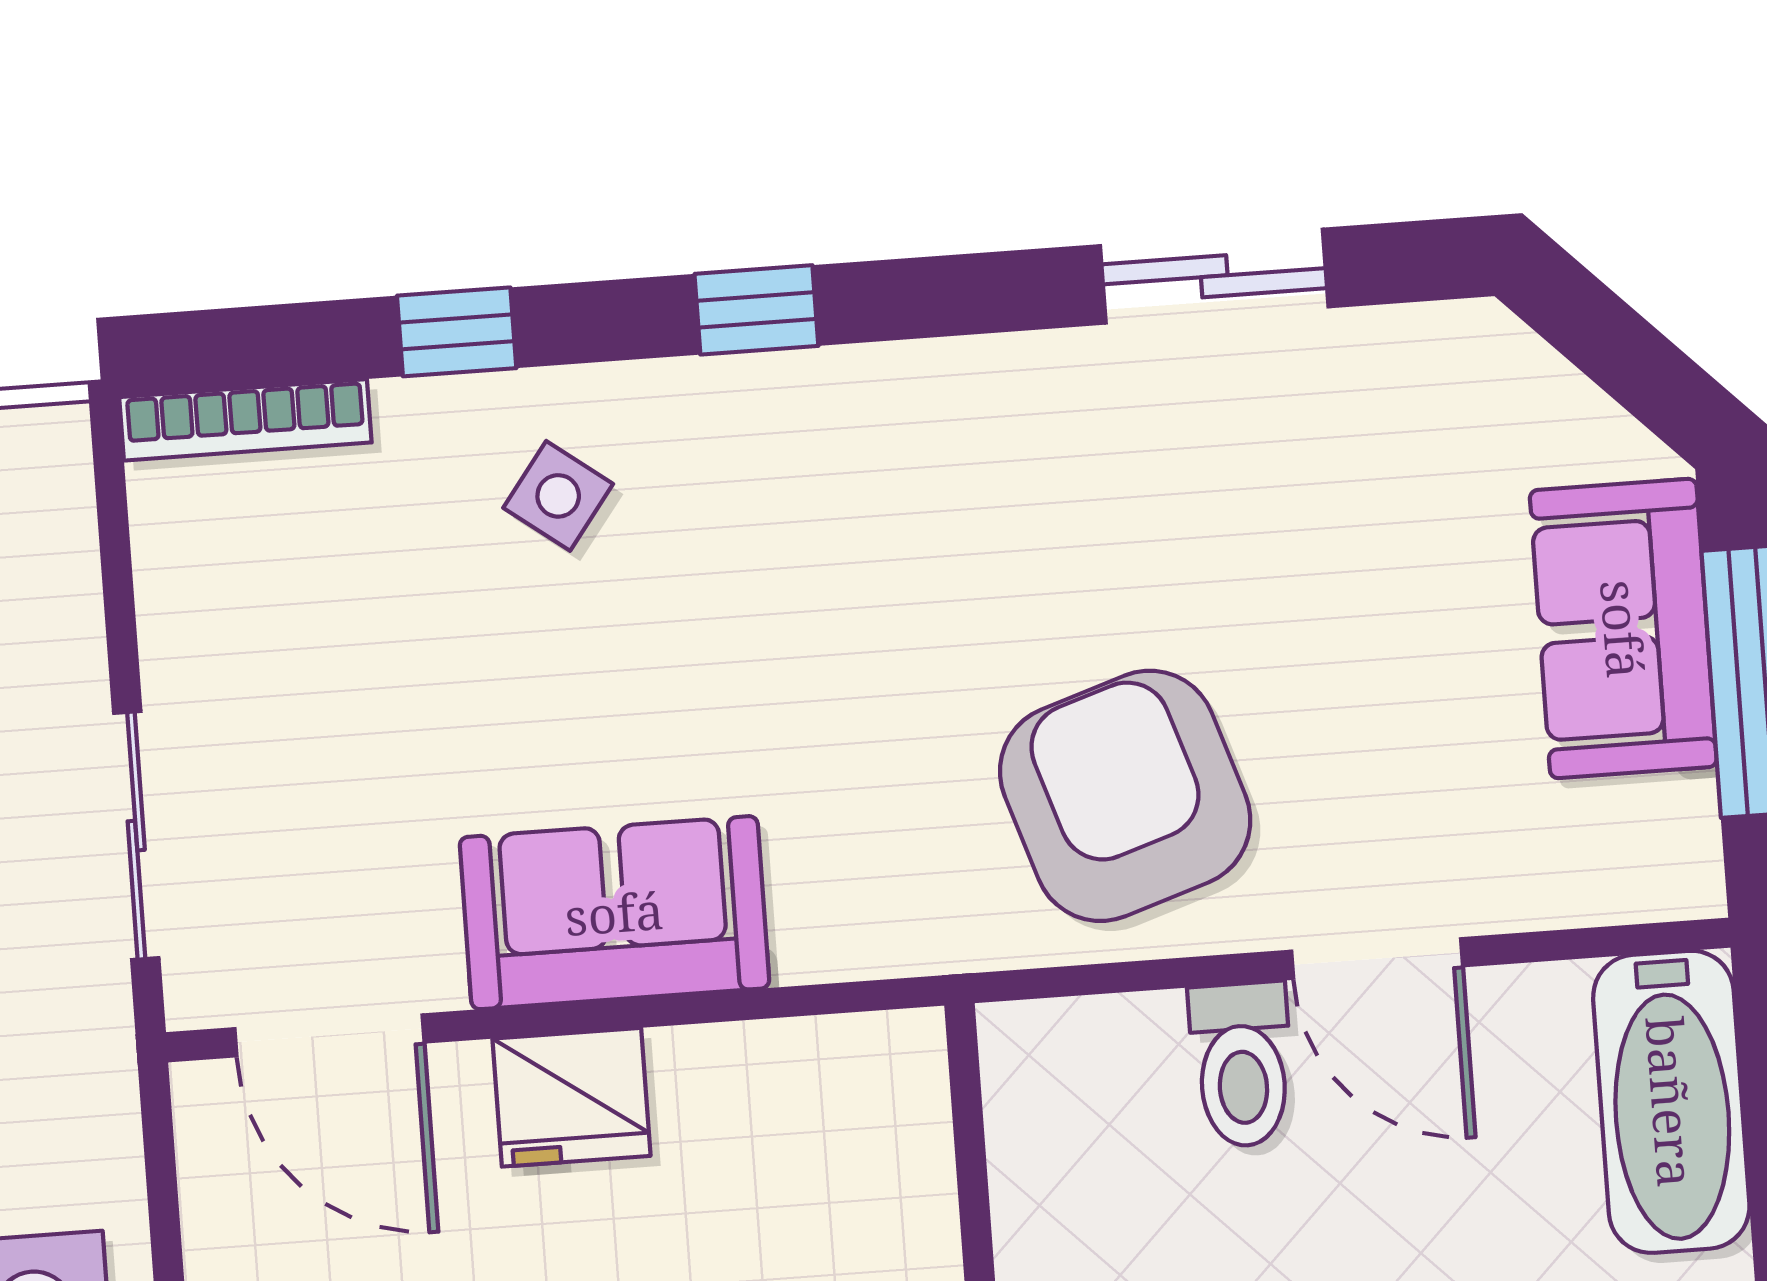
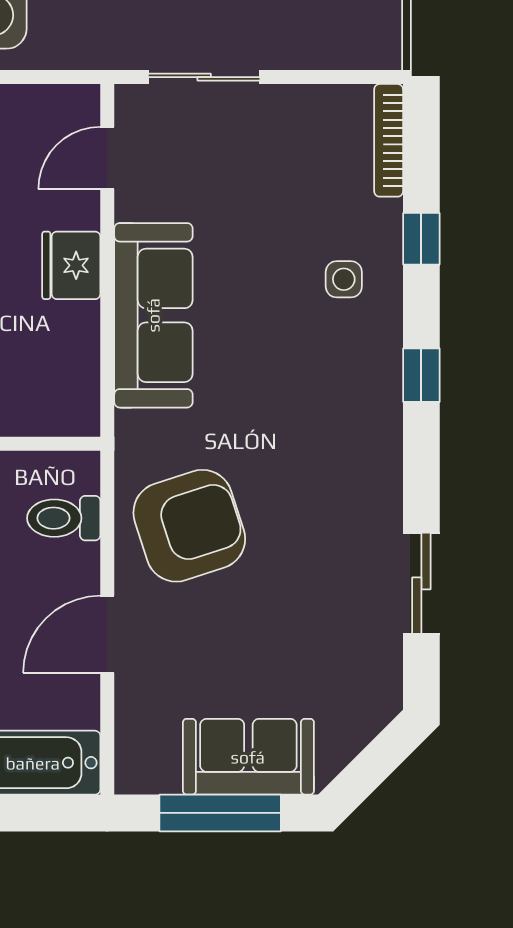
side table: (558, 496) -> (344, 279), turned -37
sofa: (614, 913) -> (153, 315), width x1.36
door: (330, 1035) -> (107, 158), width x0.73
toilet: (1242, 1065) -> (64, 518), moved

